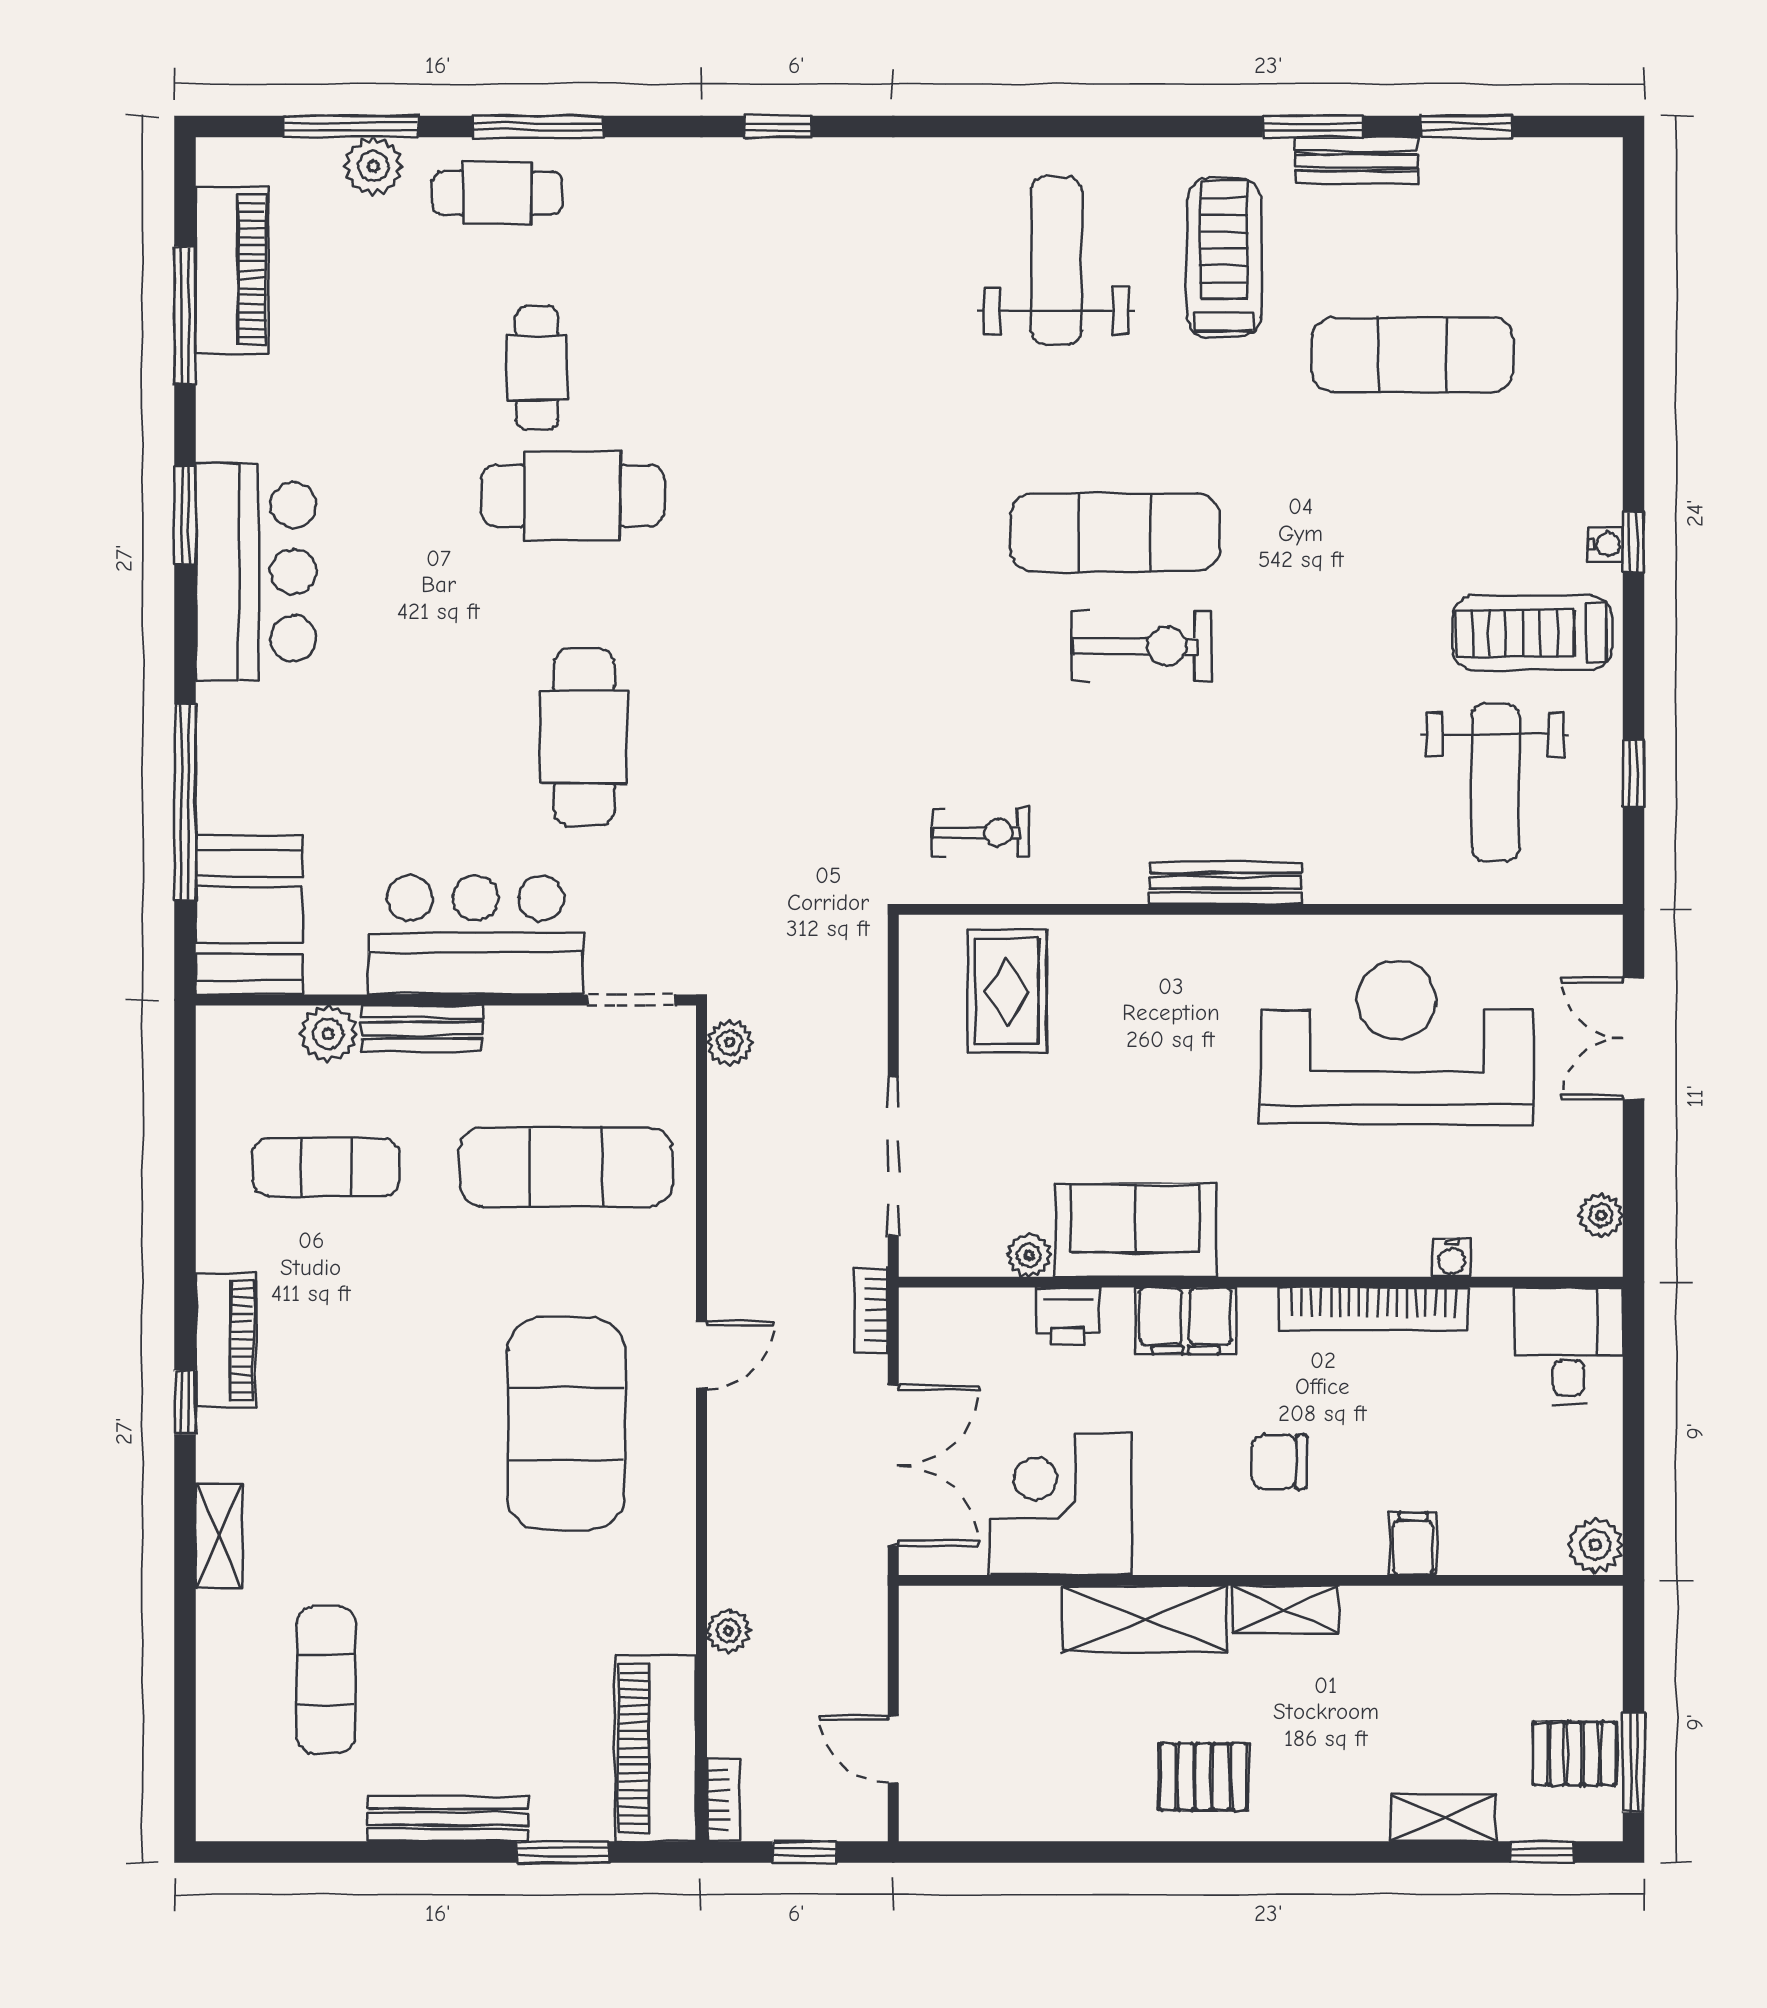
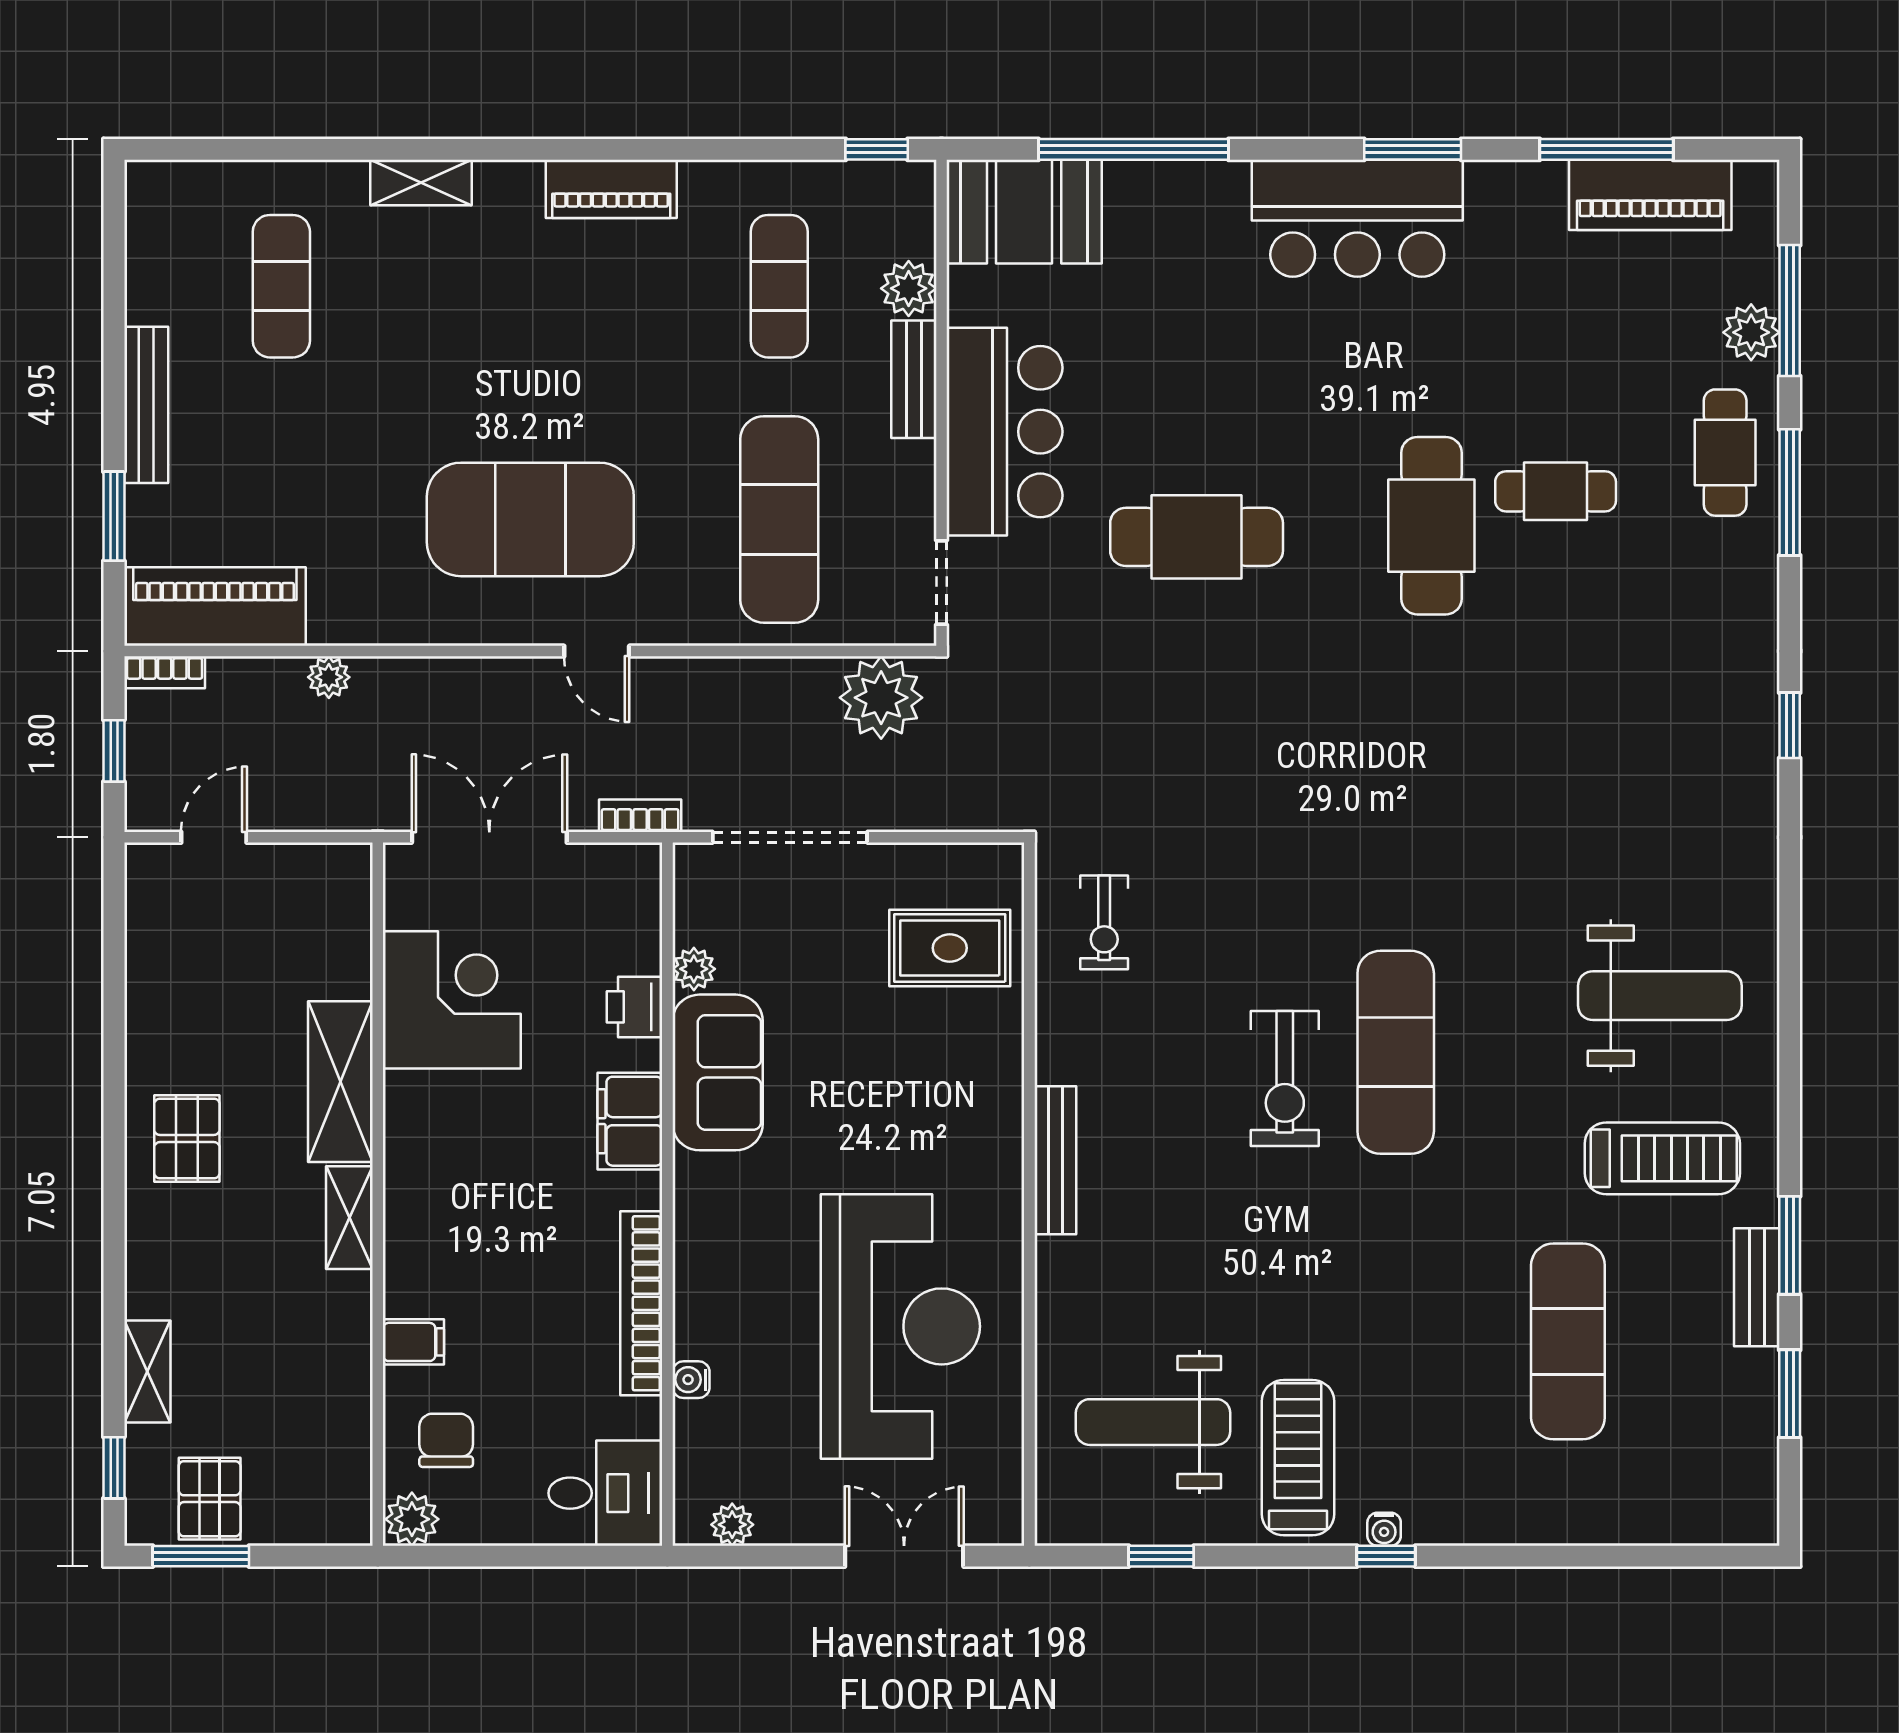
plant: (730, 1042) -> (881, 698), width x1.87, depth x1.87
window: (185, 1402) -> (877, 149), moved
chair: (1279, 1462) -> (446, 1440), moved
double door: (893, 1466) -> (489, 837), swing flipped
exercise mat: (326, 1680) -> (281, 286), turned 90

